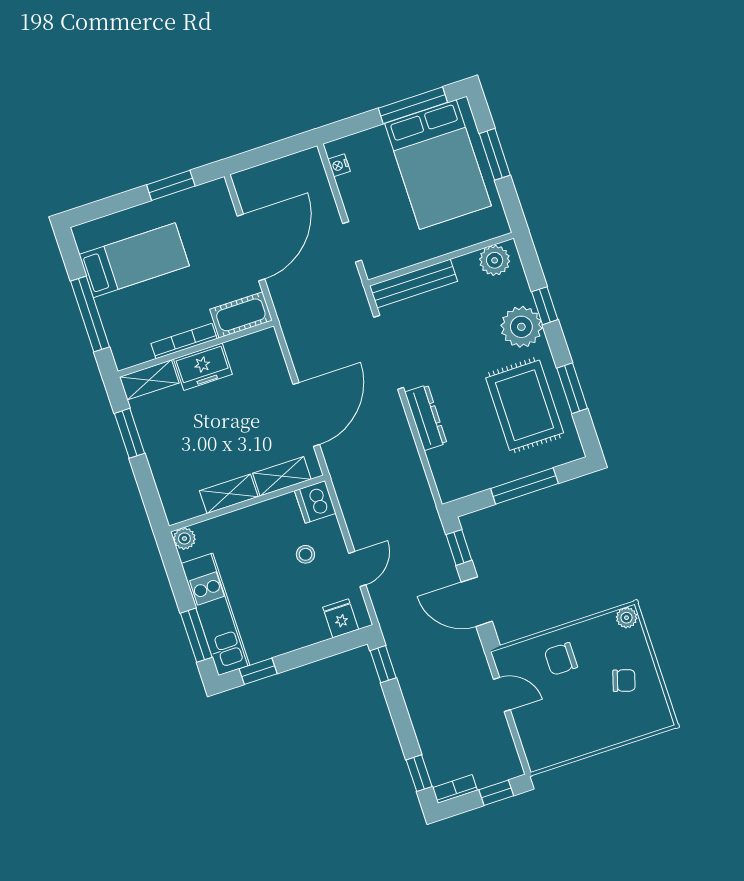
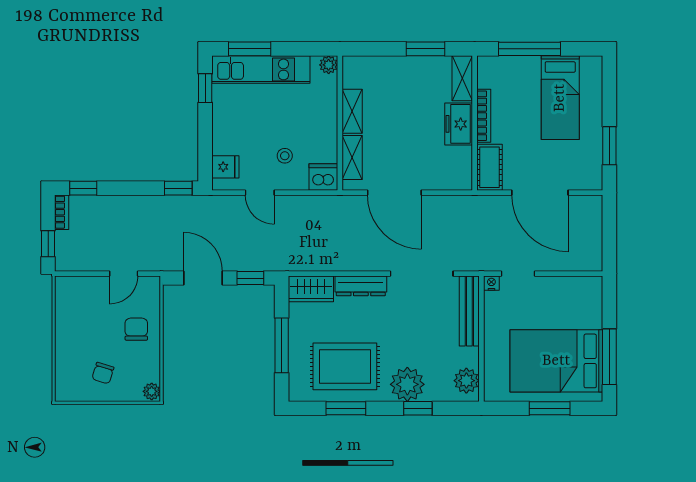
nightstand: (339, 165) -> (491, 283), moved
wardrobe: (448, 474) -> (311, 289), added
door: (477, 602) -> (203, 278), hinge flipped

